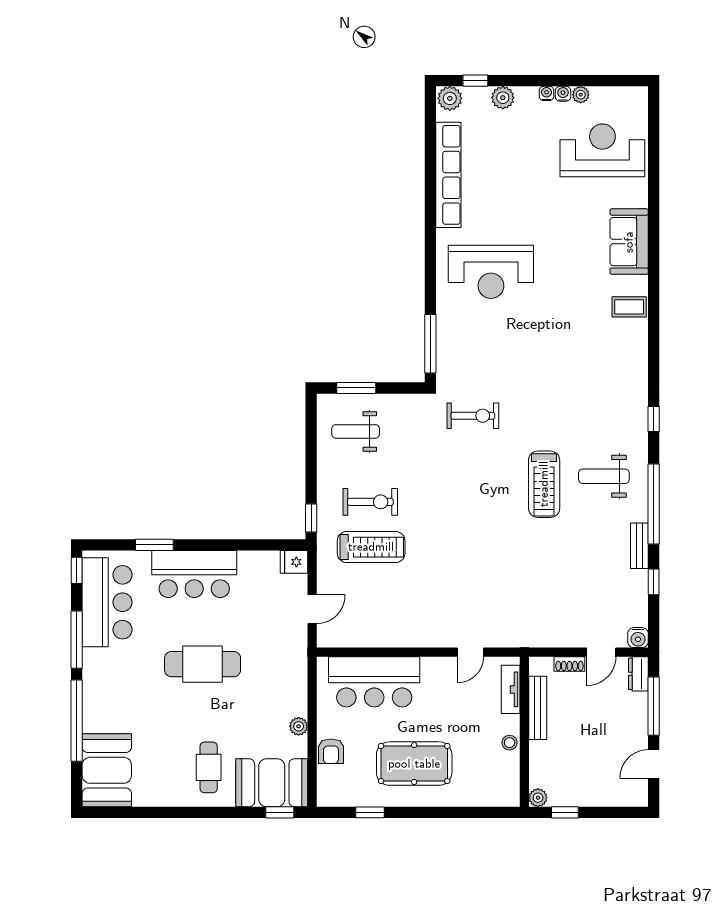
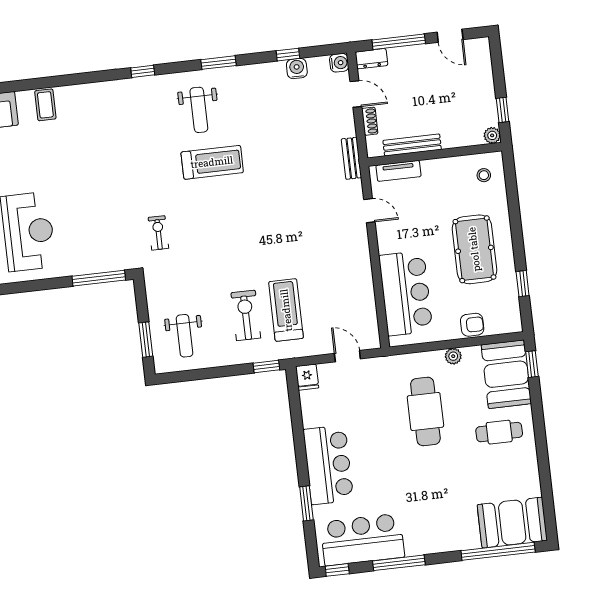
exercise bike: (473, 416) -> (158, 233), width x0.73, depth x0.72
window: (654, 504) -> (219, 63), width x0.47
bench: (639, 546) -> (351, 158), moved, turned 90
water cooler: (637, 590) -> (297, 68), added
cafe table: (203, 664) -> (425, 411), moved
window: (77, 721) -> (498, 551), moved
stool: (510, 743) -> (484, 175), moved

